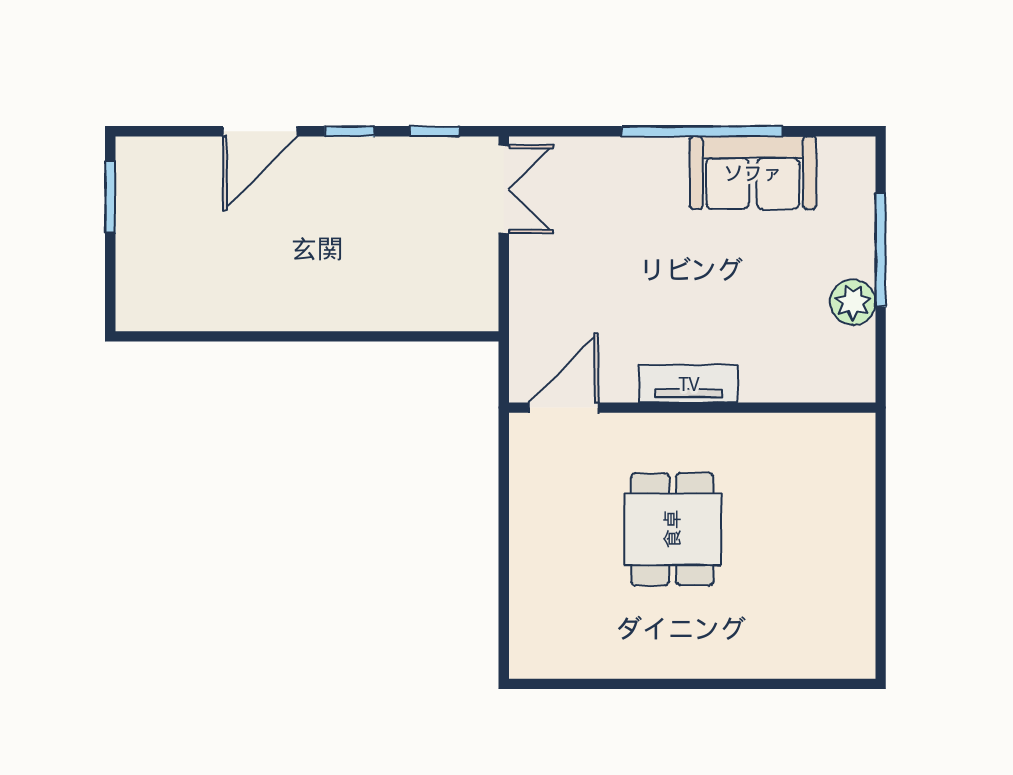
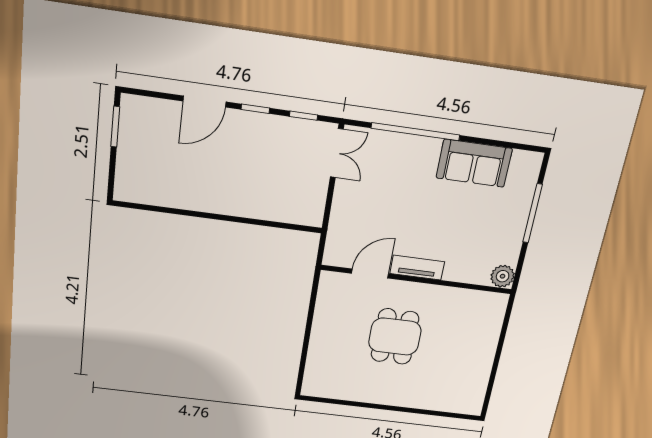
window: (702, 131) -> (416, 132), moved
plant: (853, 302) -> (503, 276), moved
door: (563, 408) -> (370, 274), moved

